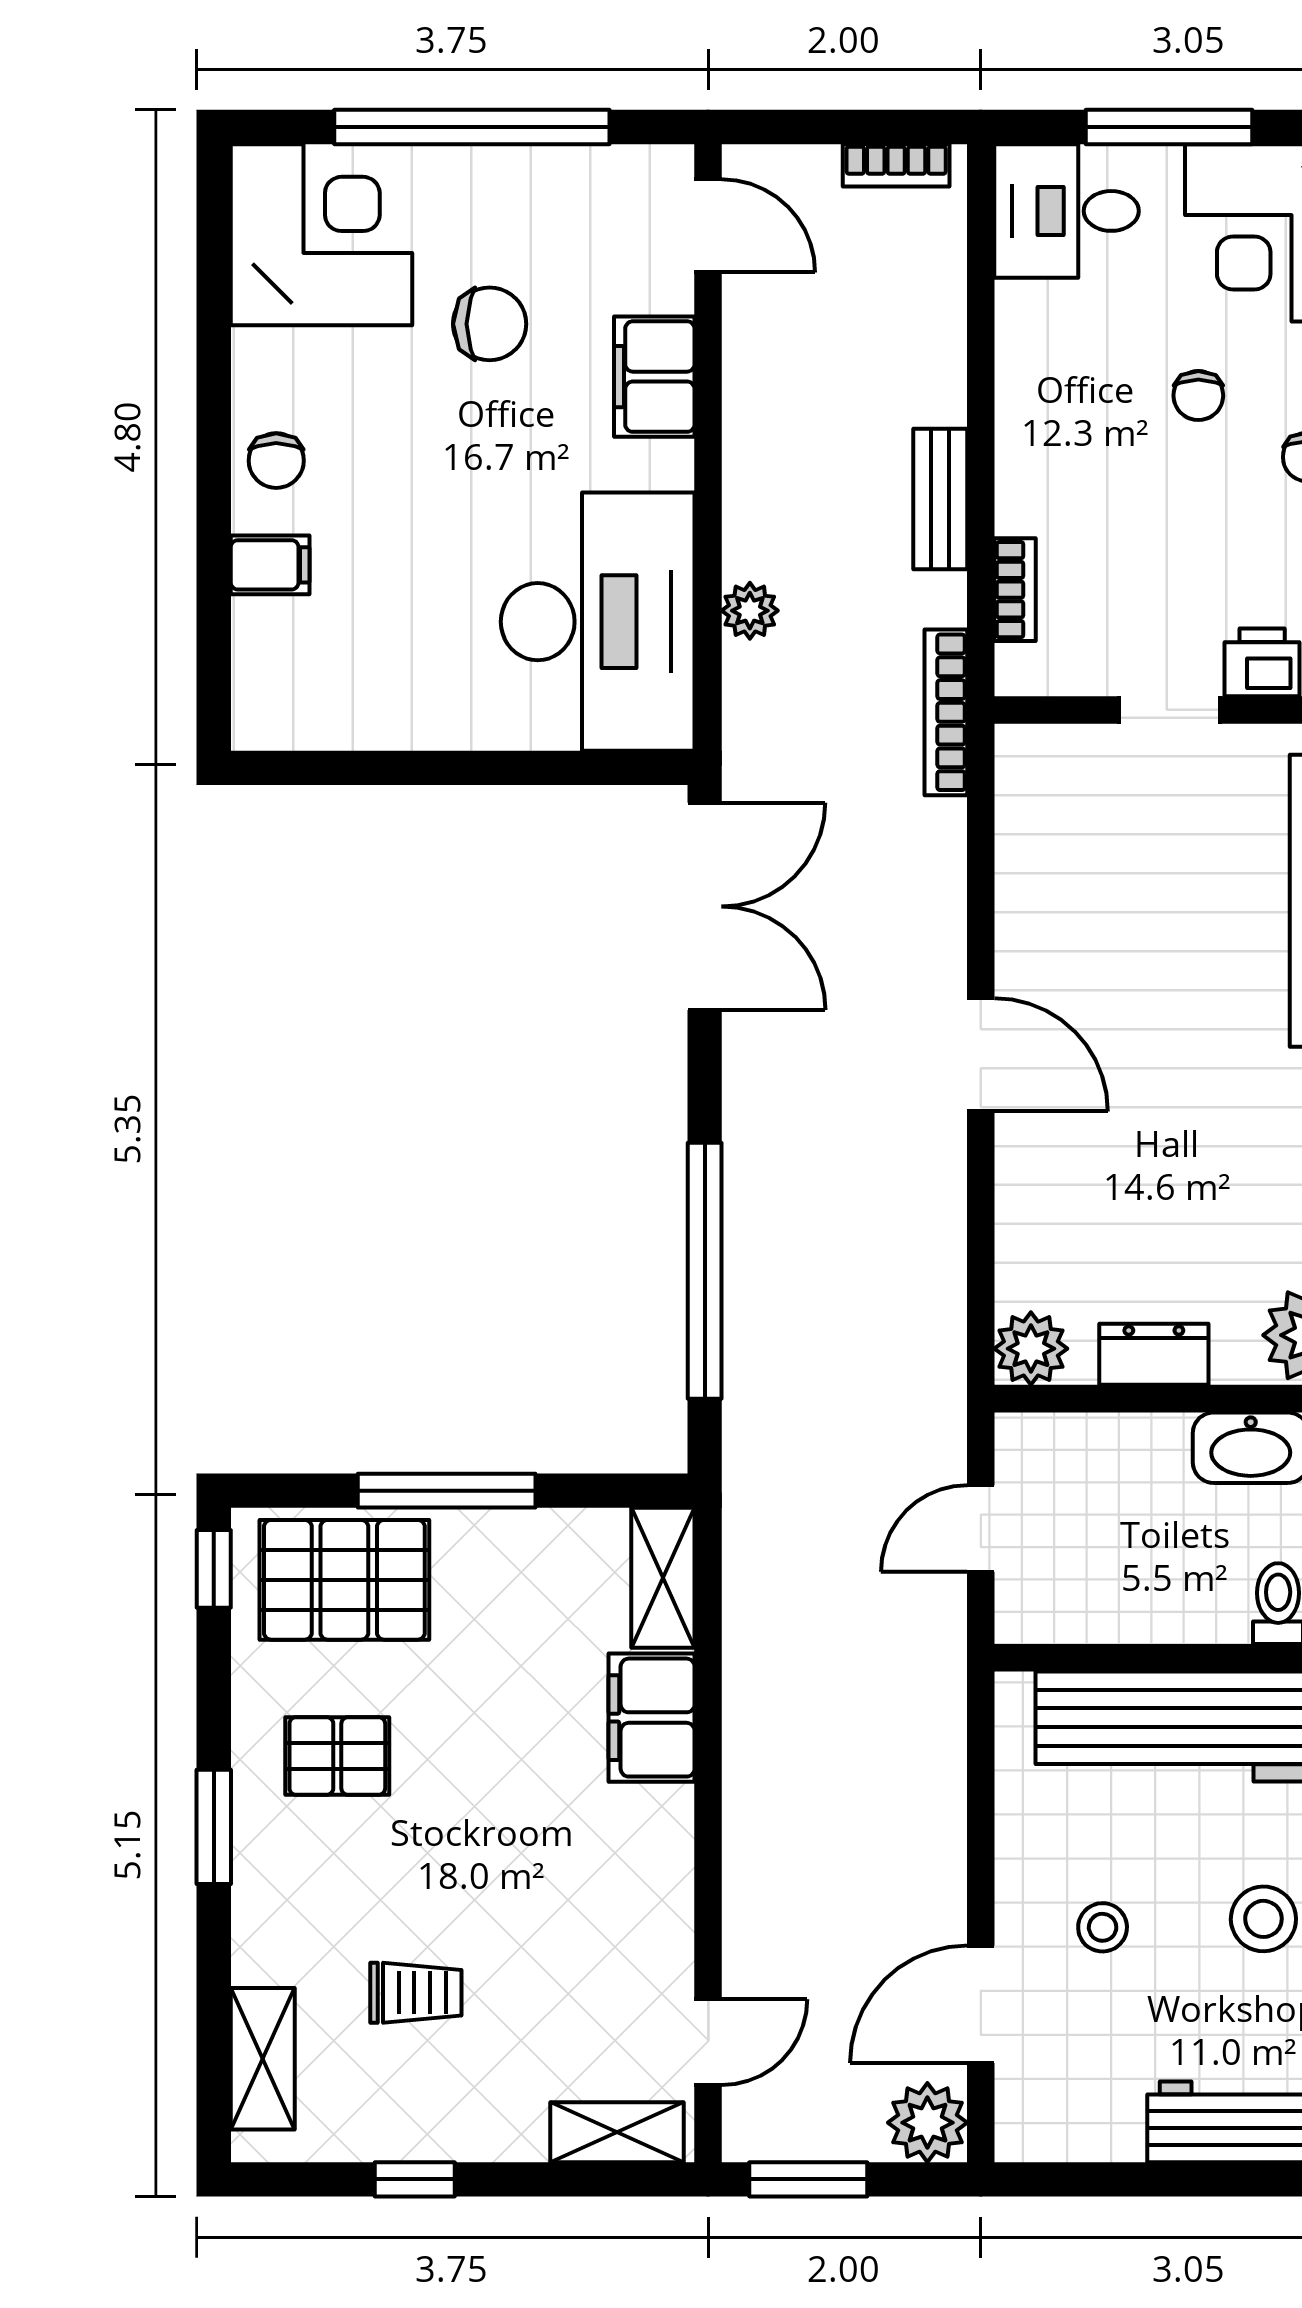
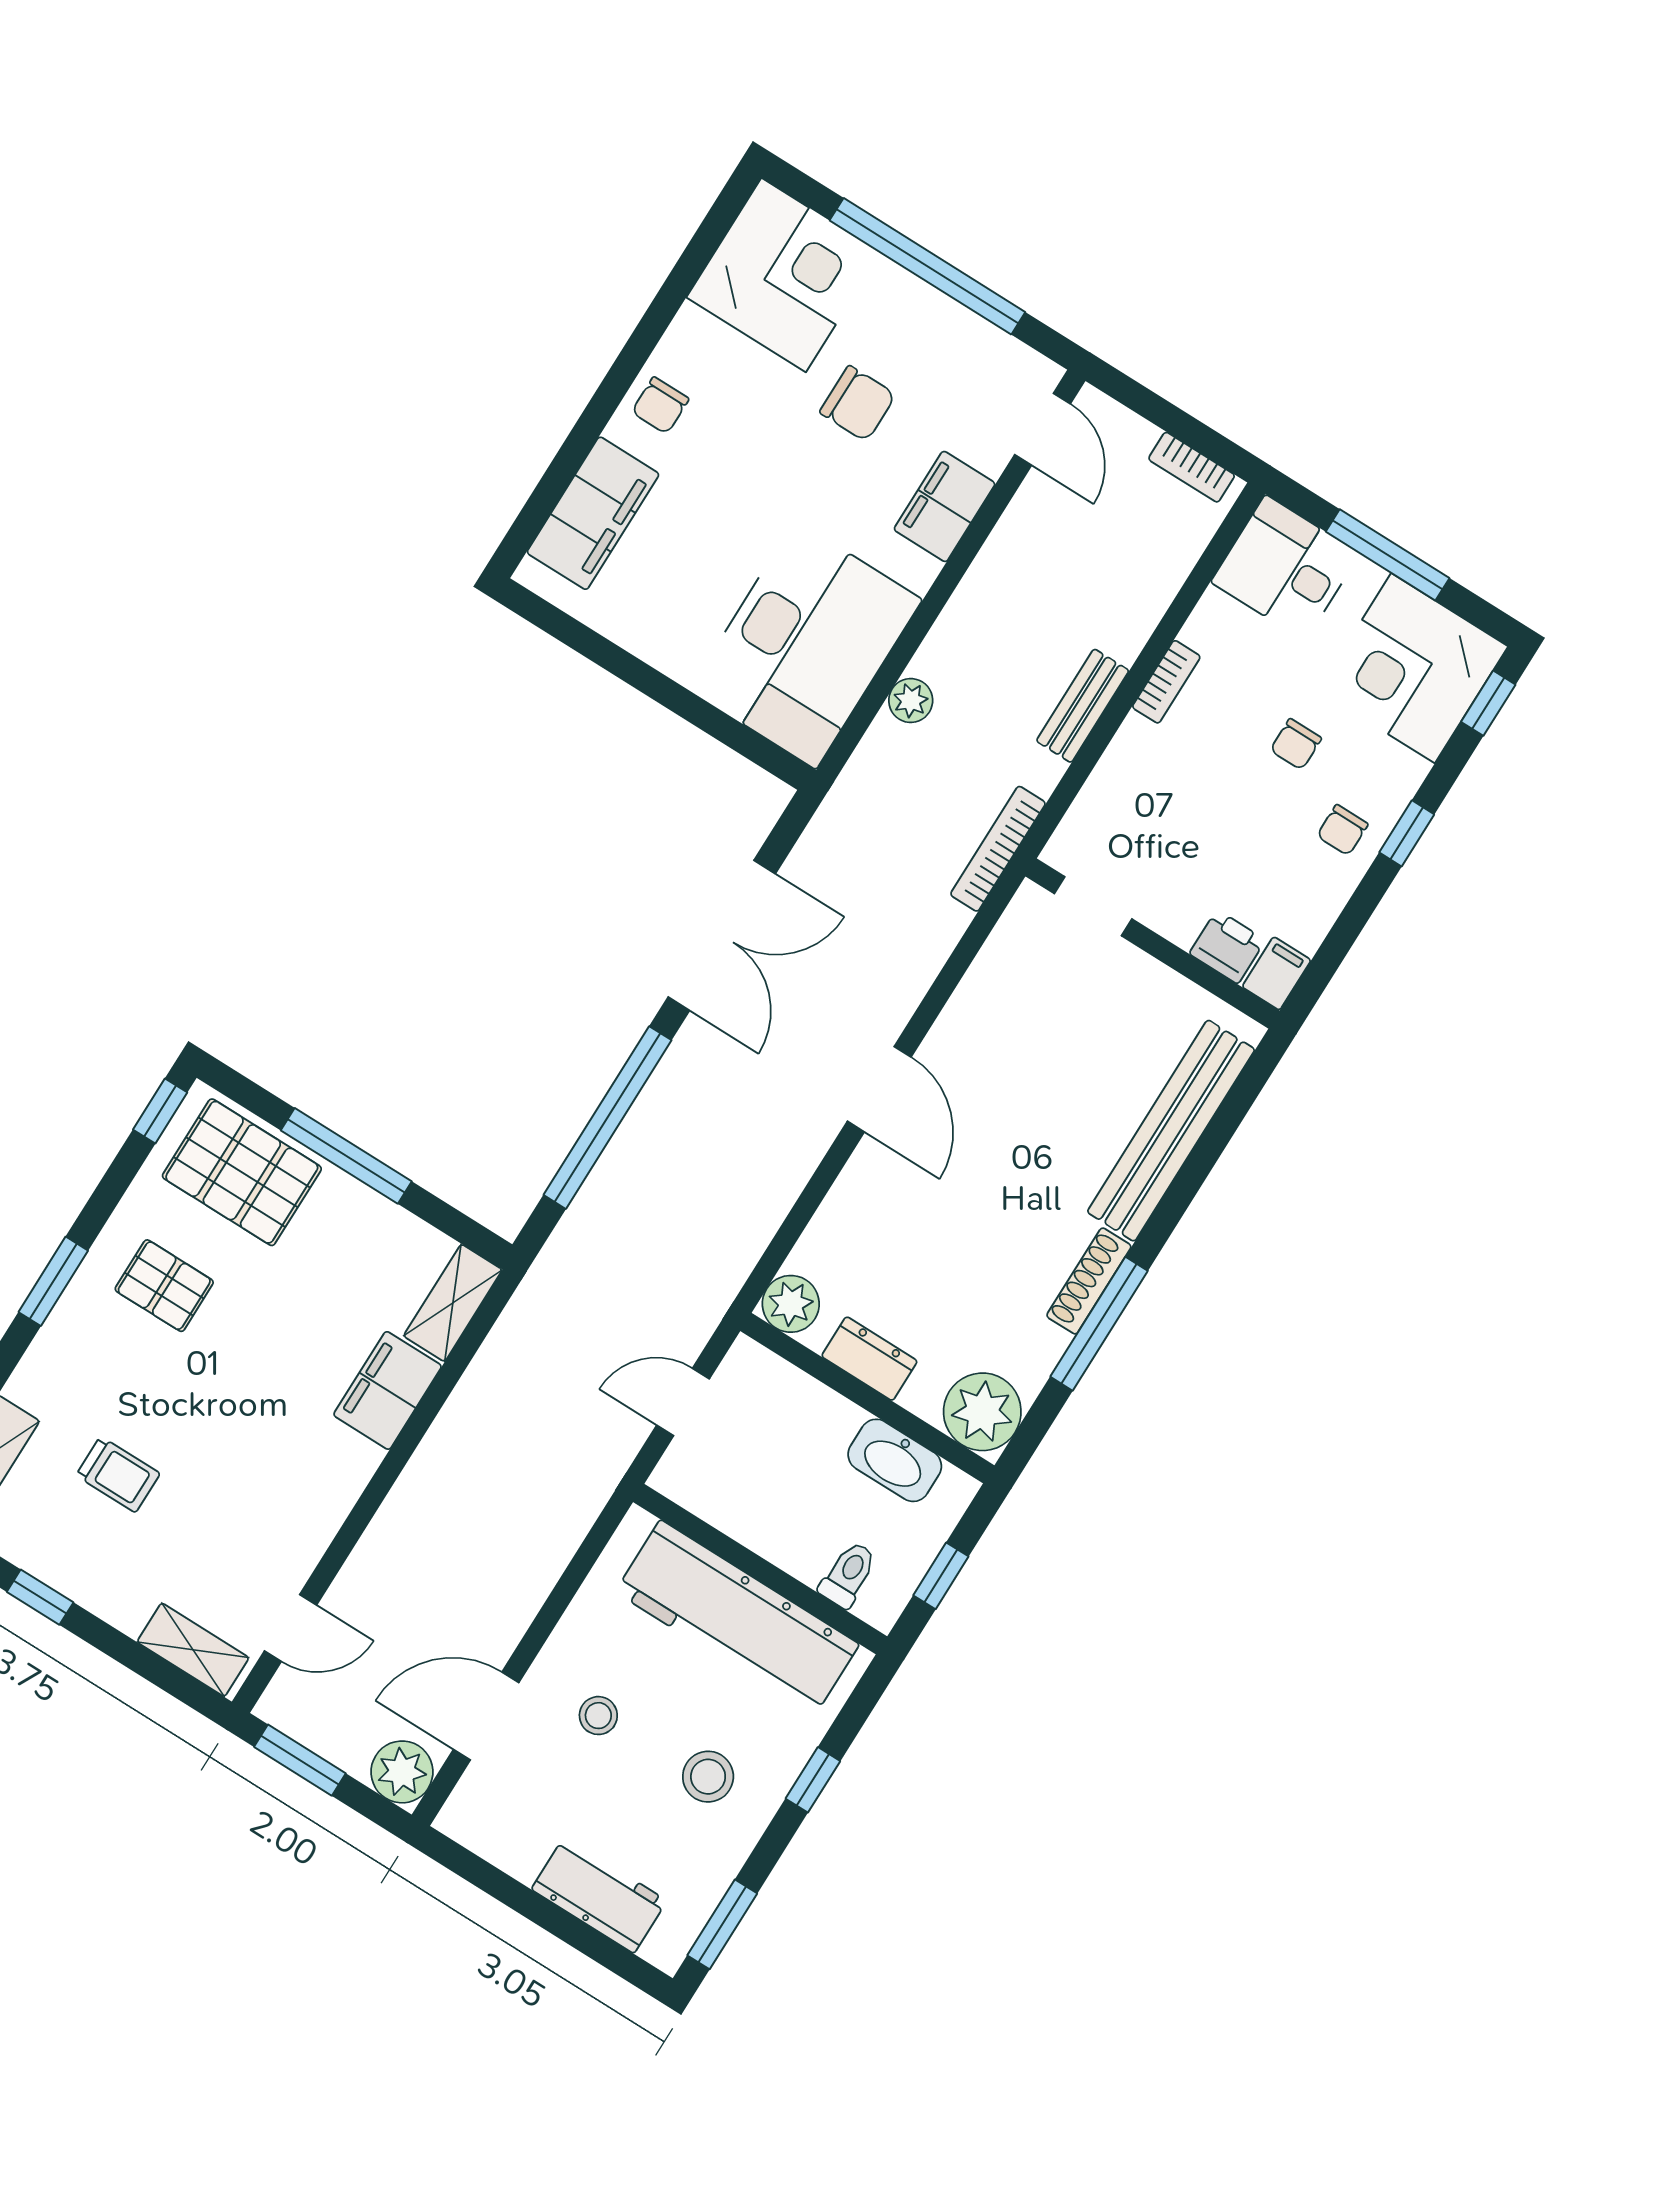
filing cabinet: (270, 565) -> (593, 513), width x3.00, depth x1.17
bookcase: (1015, 590) -> (1166, 682), moved
doorway: (1169, 710) -> (1093, 906), moved
double door: (705, 906) -> (722, 935), moved

